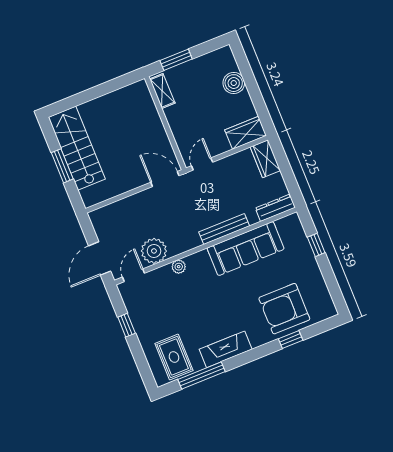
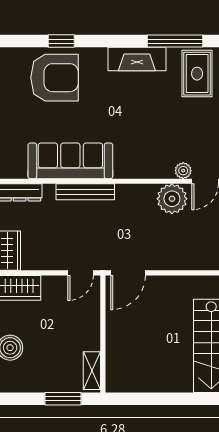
door: (165, 179) -> (128, 273), hinge flipped
plant: (179, 267) -> (183, 171), moved

